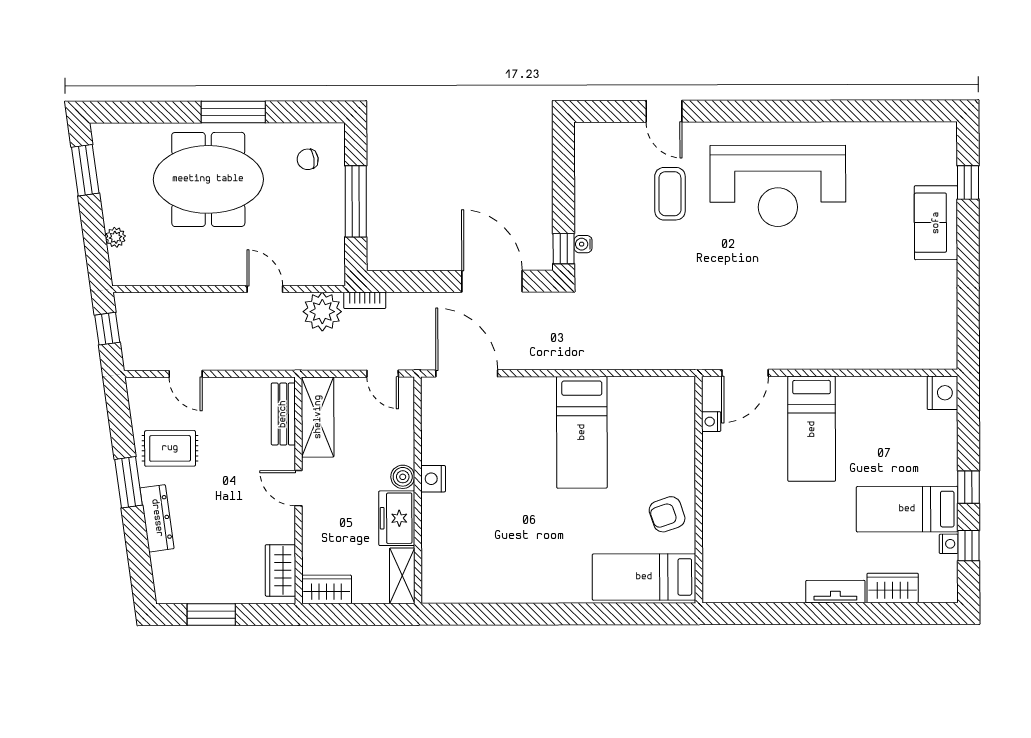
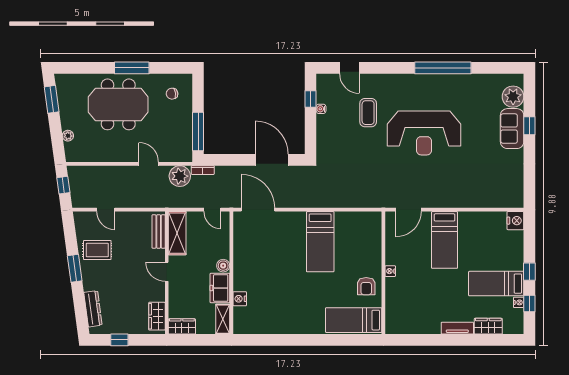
door: (664, 111) -> (349, 68), moved
window: (808, 111) -> (443, 68), added
plant: (938, 164) -> (513, 97), added
window: (968, 182) -> (529, 126), moved
reception desk: (778, 186) -> (424, 133), moved
window: (356, 201) -> (198, 131), moved
water cooler: (583, 244) -> (321, 109), moved
window: (564, 249) -> (310, 99), moved
nightstand: (711, 422) -> (390, 271), moved
nightstand: (433, 479) -> (240, 299), moved
armchair: (667, 514) -> (366, 286), turned -71
dresser: (157, 518) -> (93, 309), moved
window: (211, 615) -> (119, 340), width x0.67

